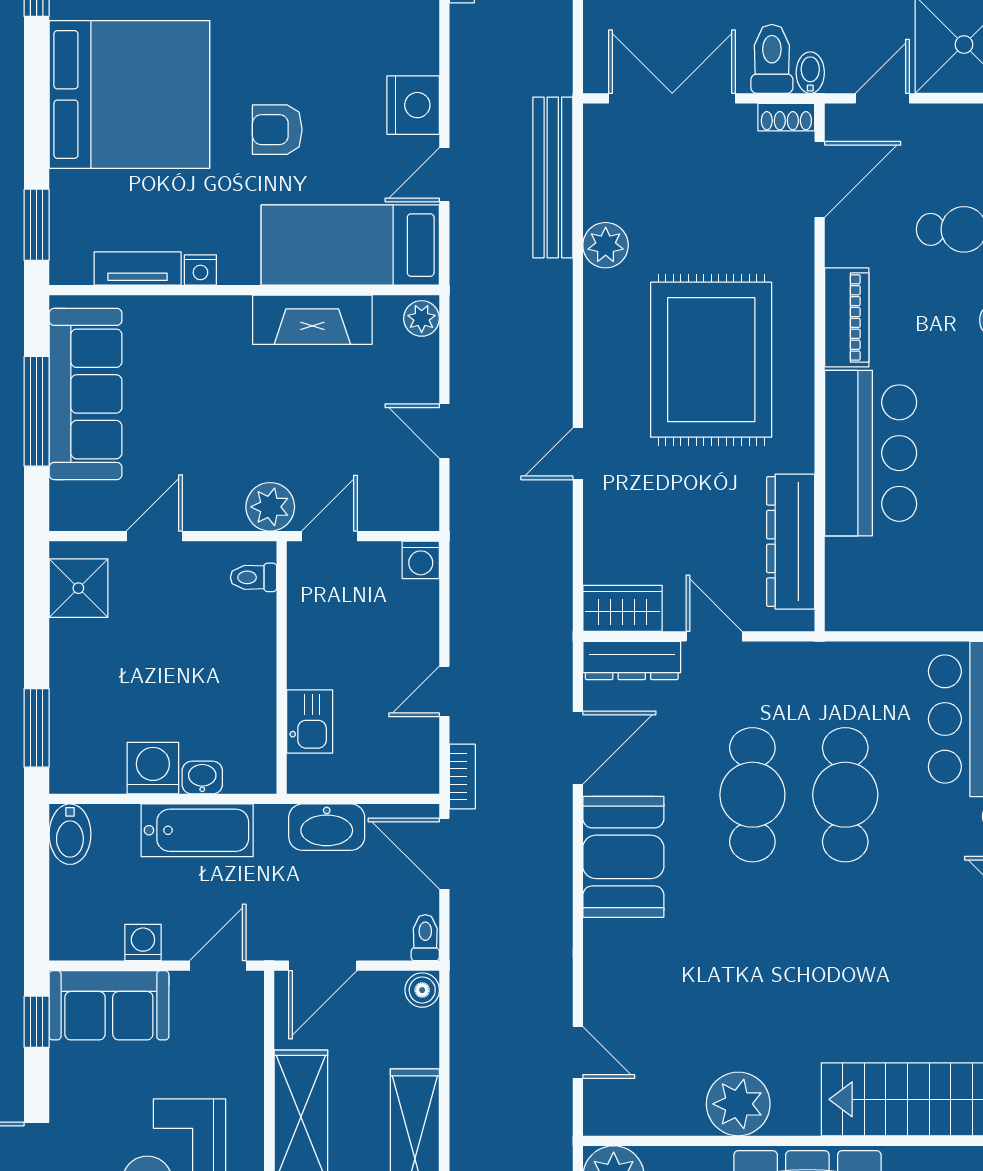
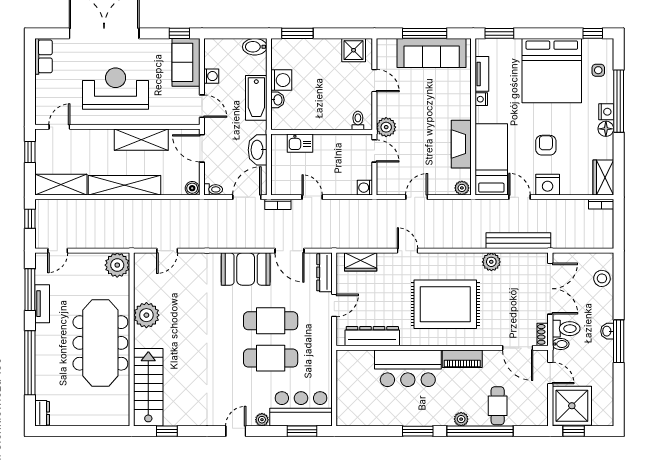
armchair: (277, 130) -> (546, 145), moved
wardrobe: (622, 608) -> (361, 262), moved, turned 90

